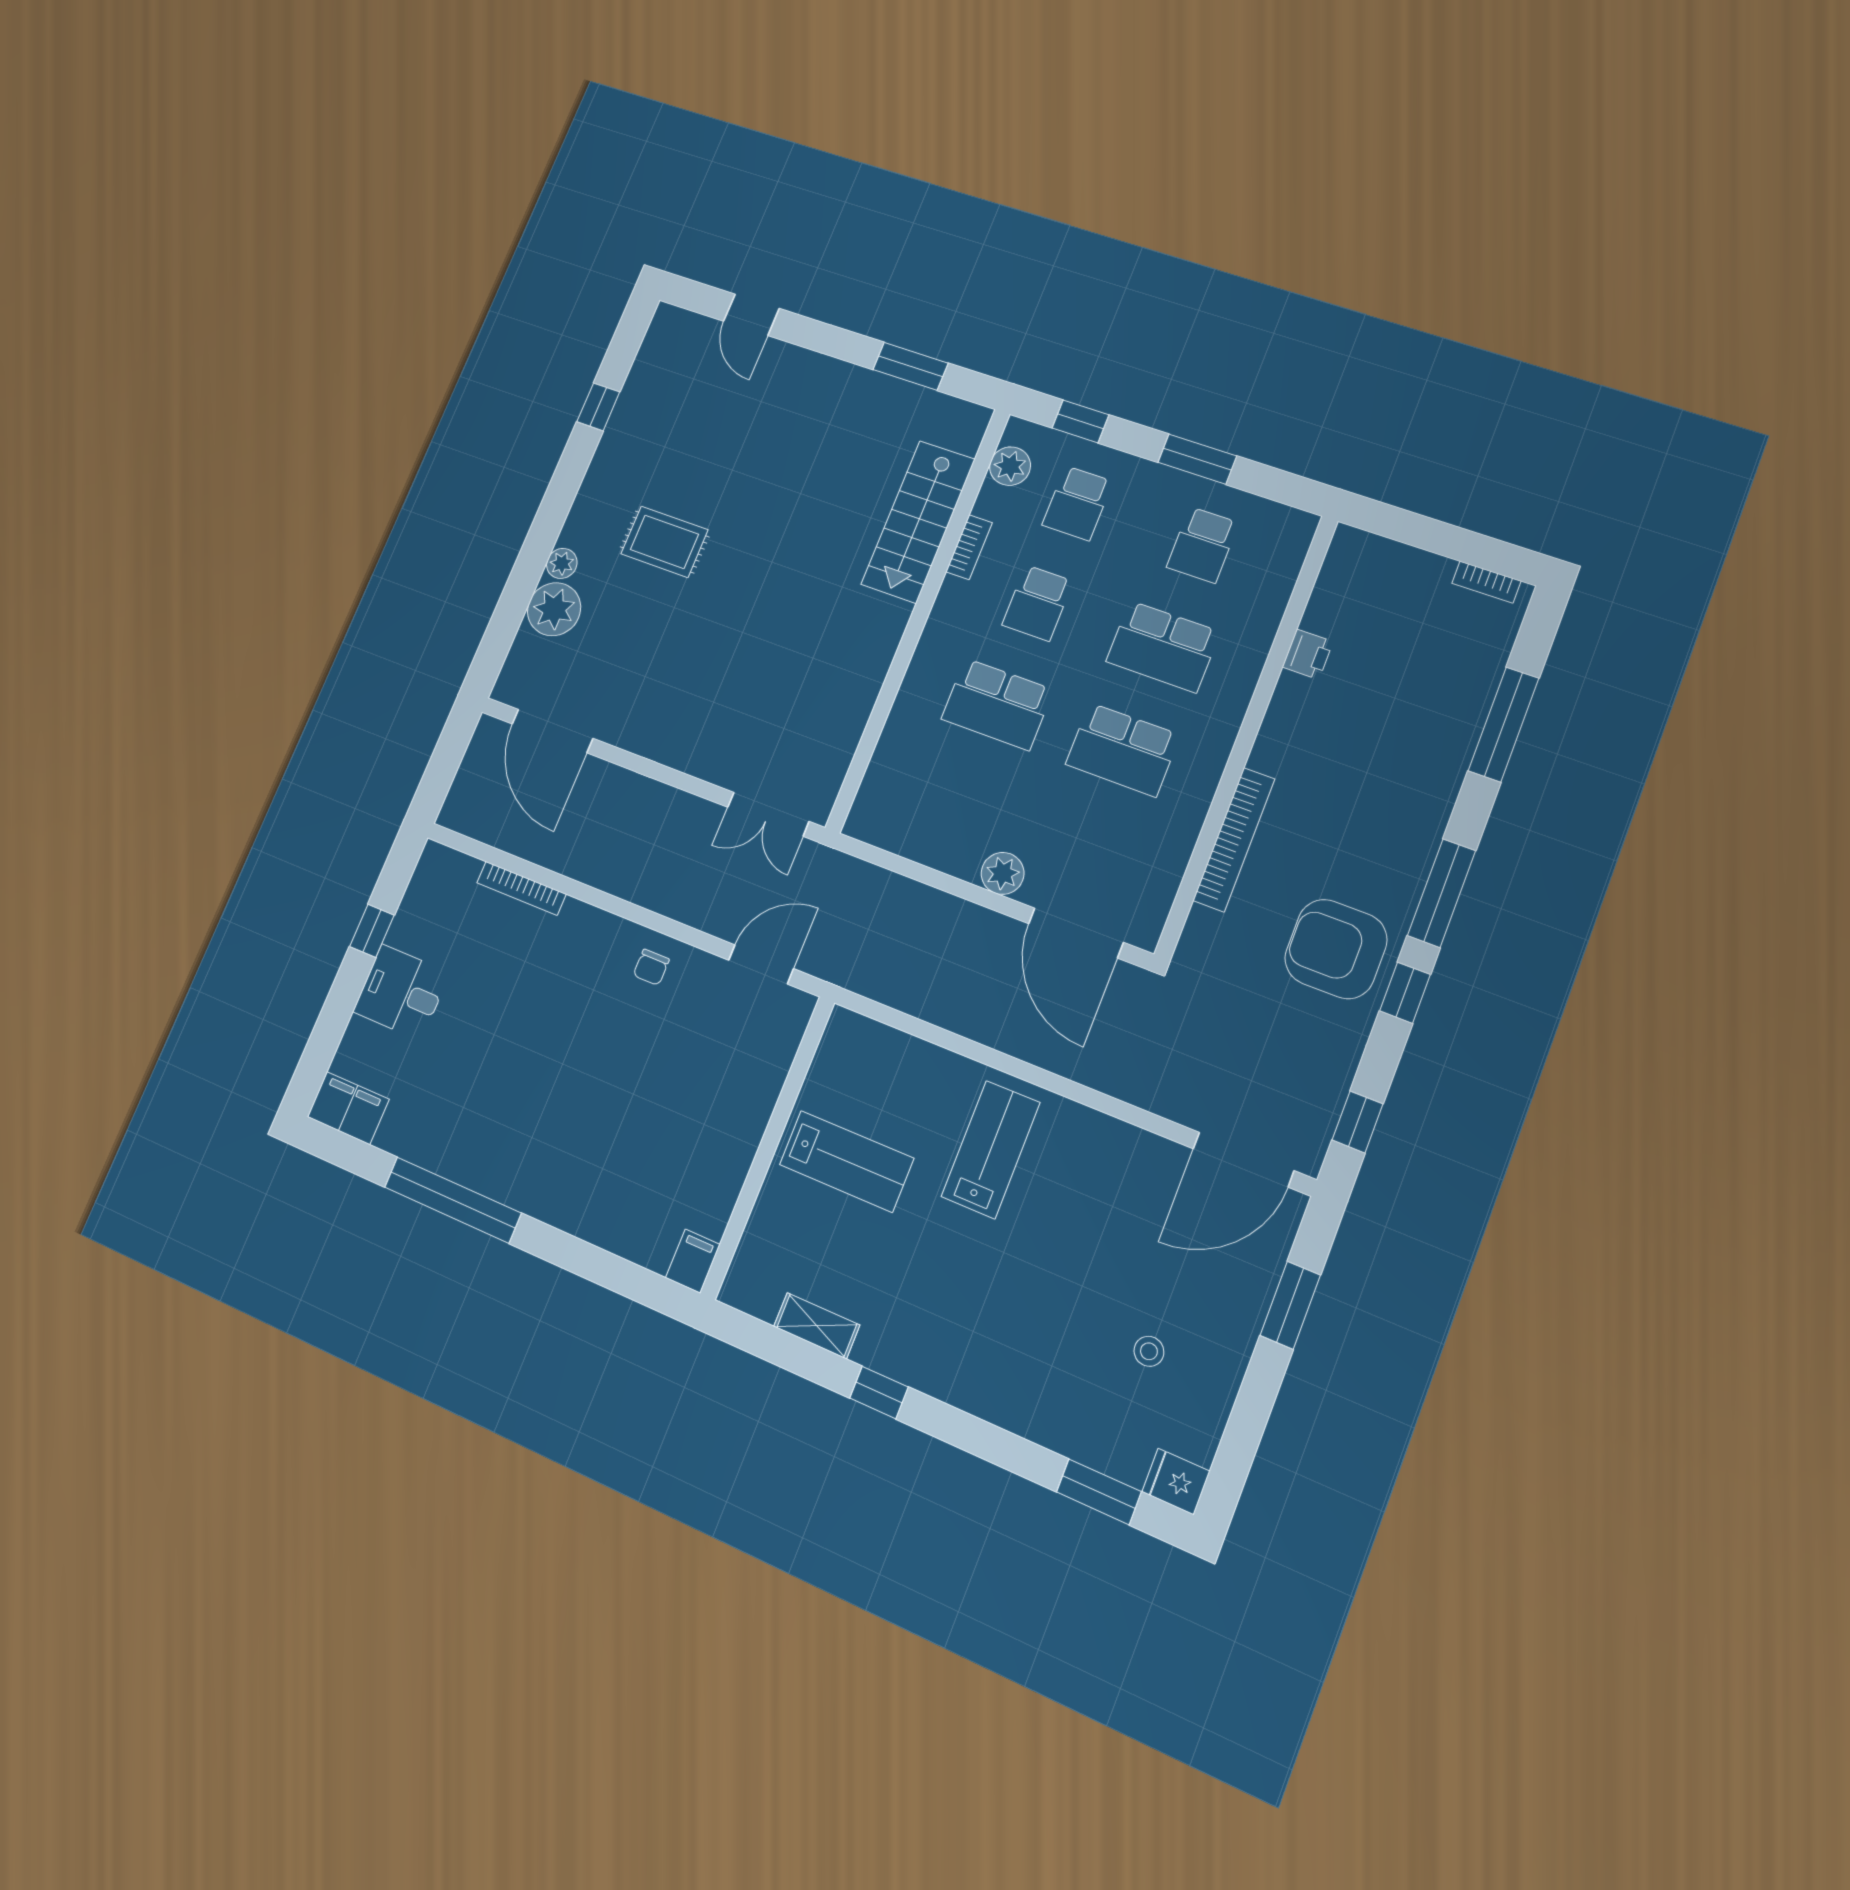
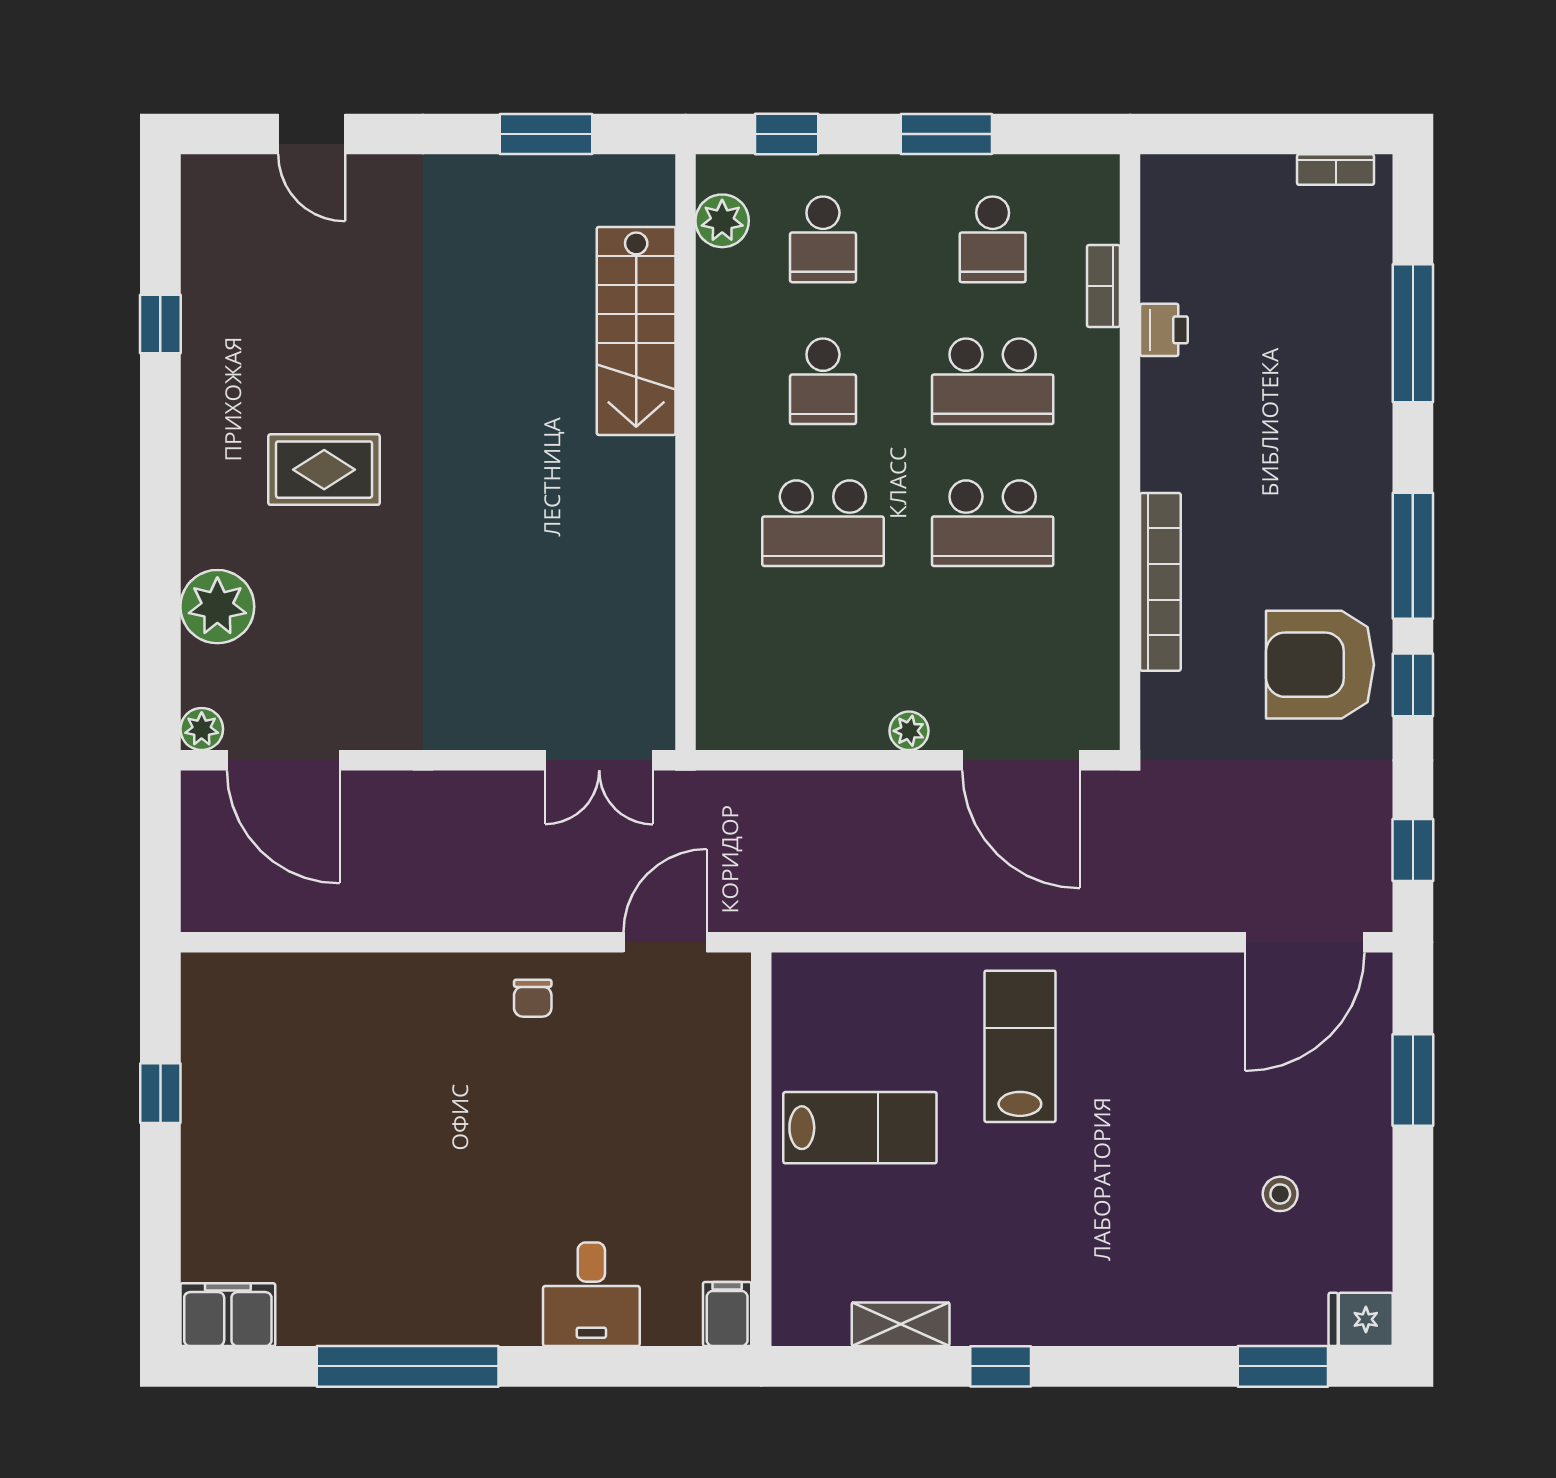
bookcase: (969, 547) -> (1104, 286), moved, turned 180
plant: (562, 563) -> (202, 729), moved
plant: (1003, 873) -> (909, 731), width x0.73, depth x0.73
bookcase: (521, 888) -> (329, 968), removed
desk: (401, 992) -> (591, 1294), moved, turned -90

